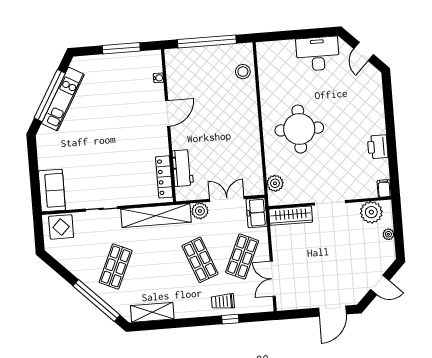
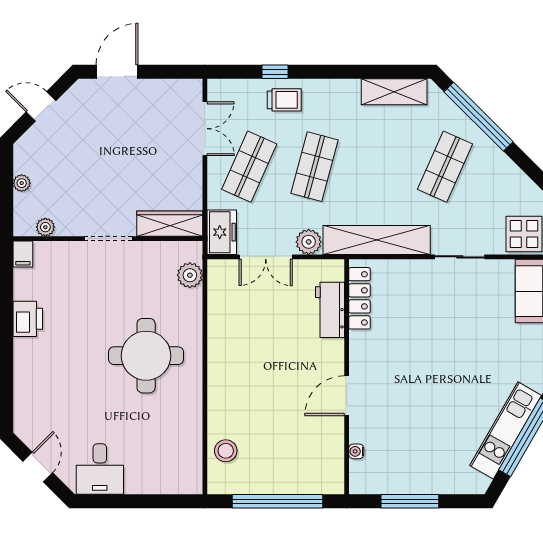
desk: (318, 54) -> (100, 469), width x0.73
plant: (371, 212) -> (45, 227), width x0.53, depth x0.53
shop shelf: (200, 260) -> (314, 167), turned 36

